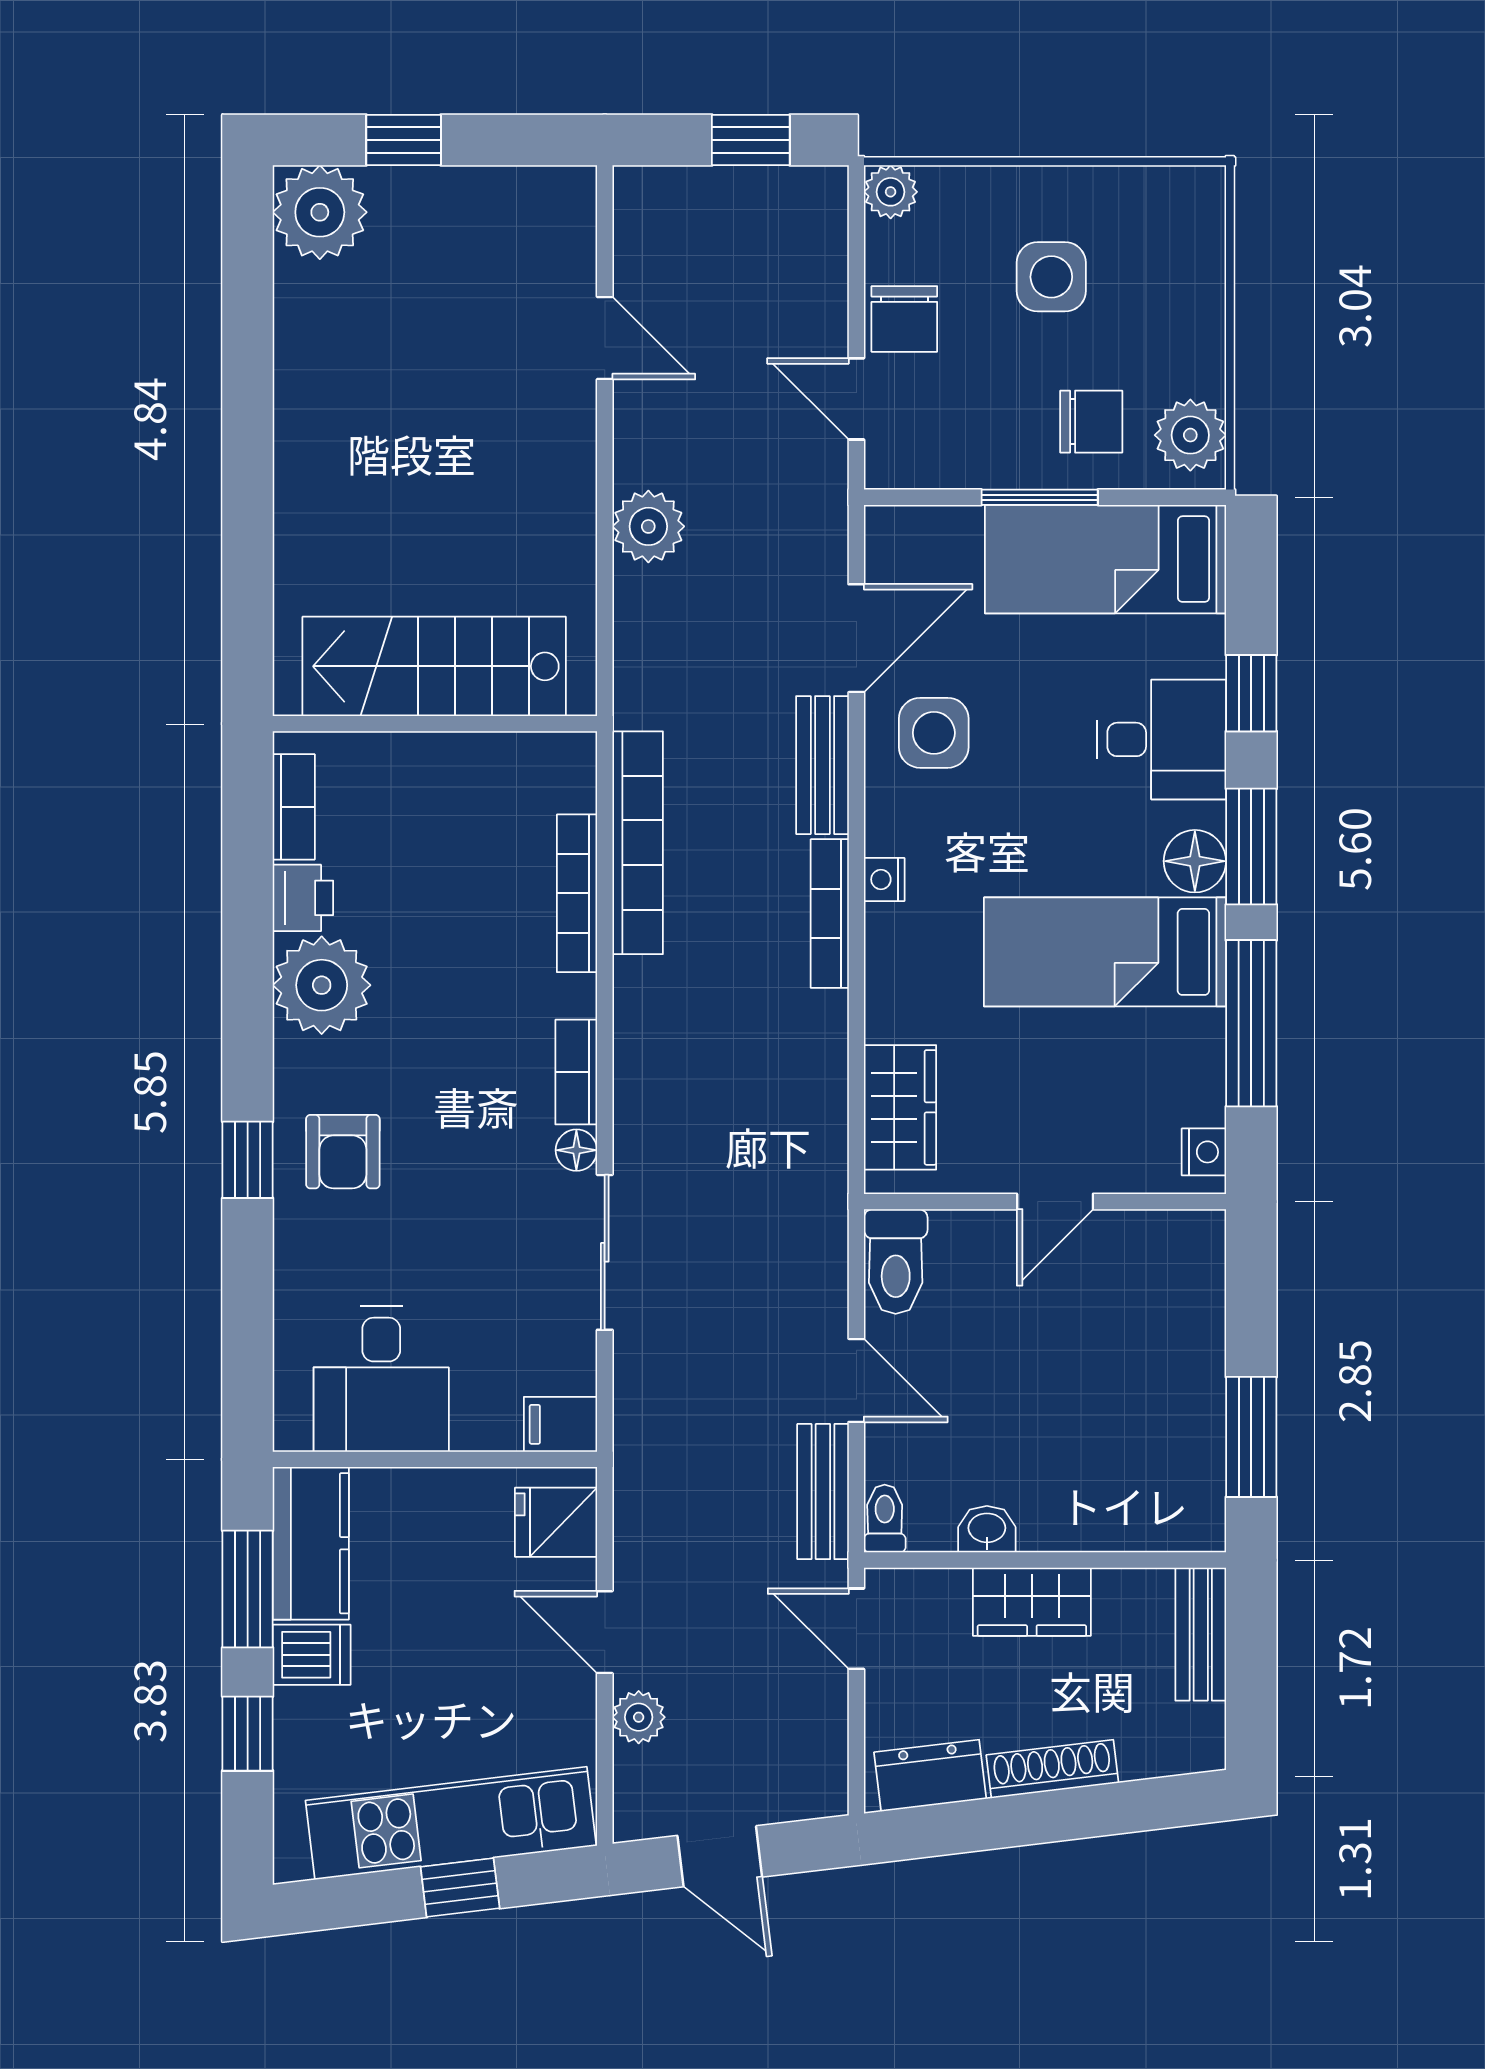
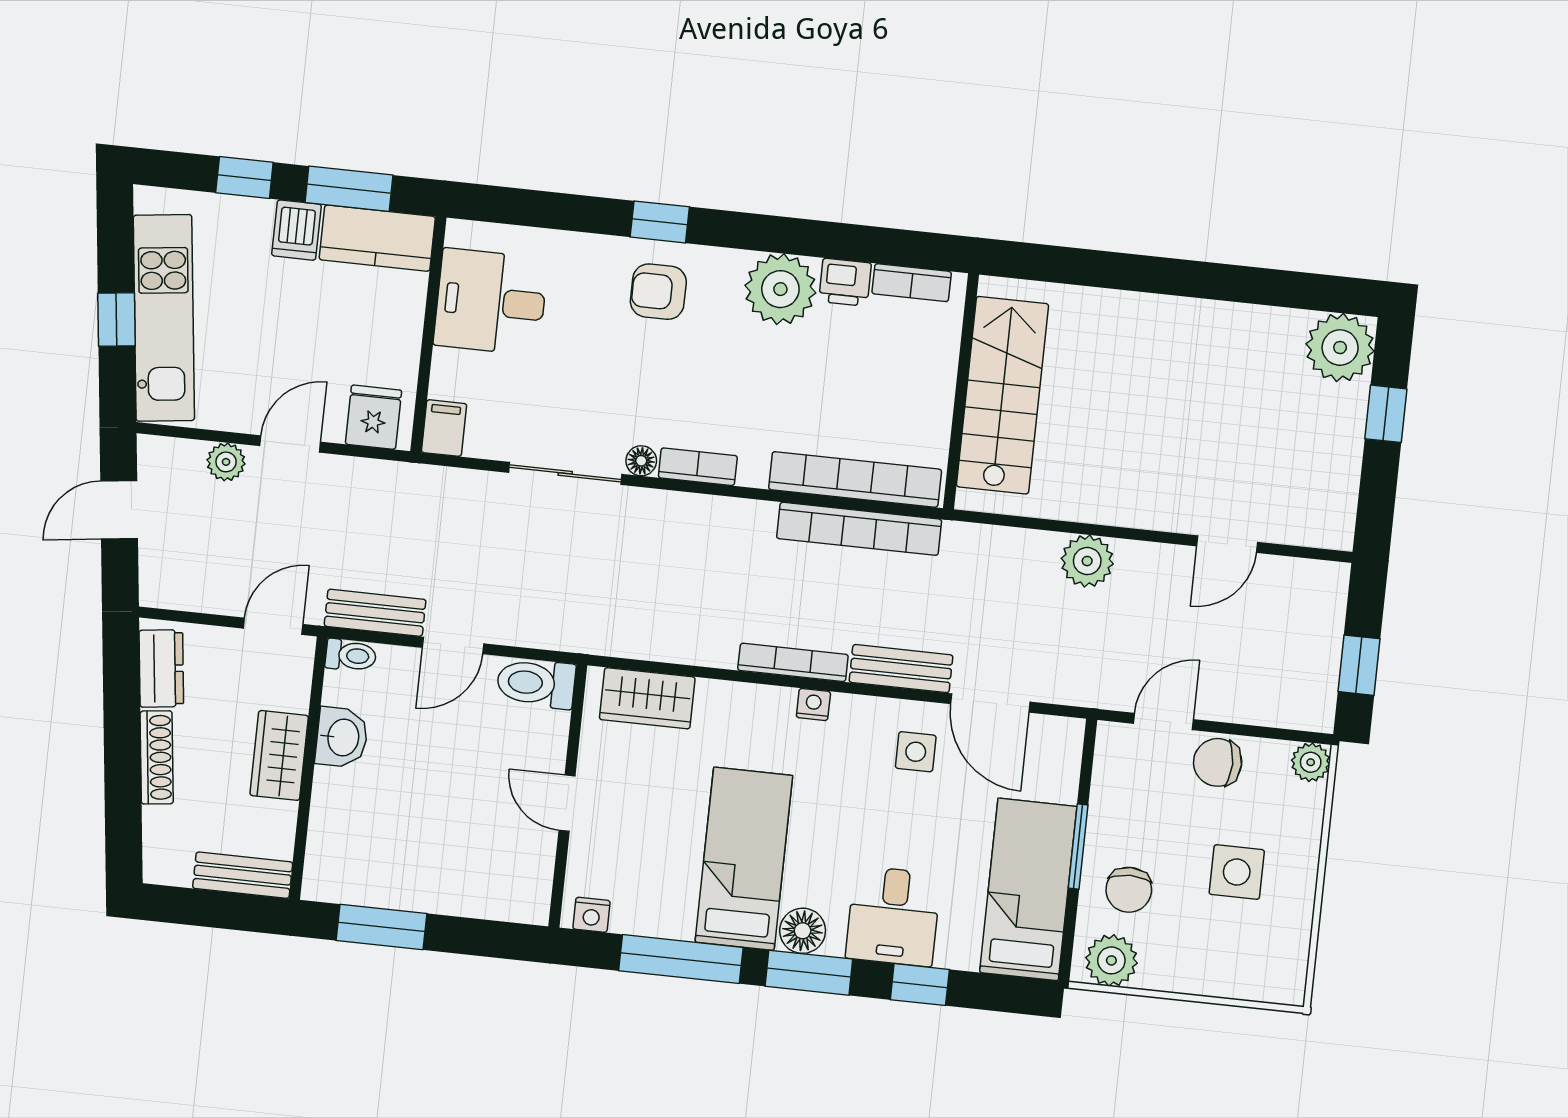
side table: (934, 733) -> (916, 752), width x0.73, depth x0.73
bookcase: (577, 893) -> (855, 479), width x1.48, depth x1.31
washbasin: (987, 1529) -> (342, 737), width x1.38, depth x1.45

